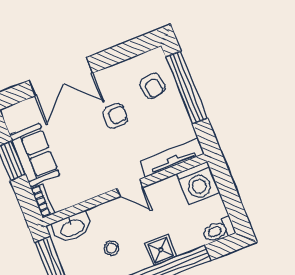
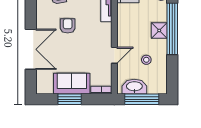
door: (130, 188) -> (114, 55), moved
washbasin: (72, 227) -> (134, 87), moved, turned -90

